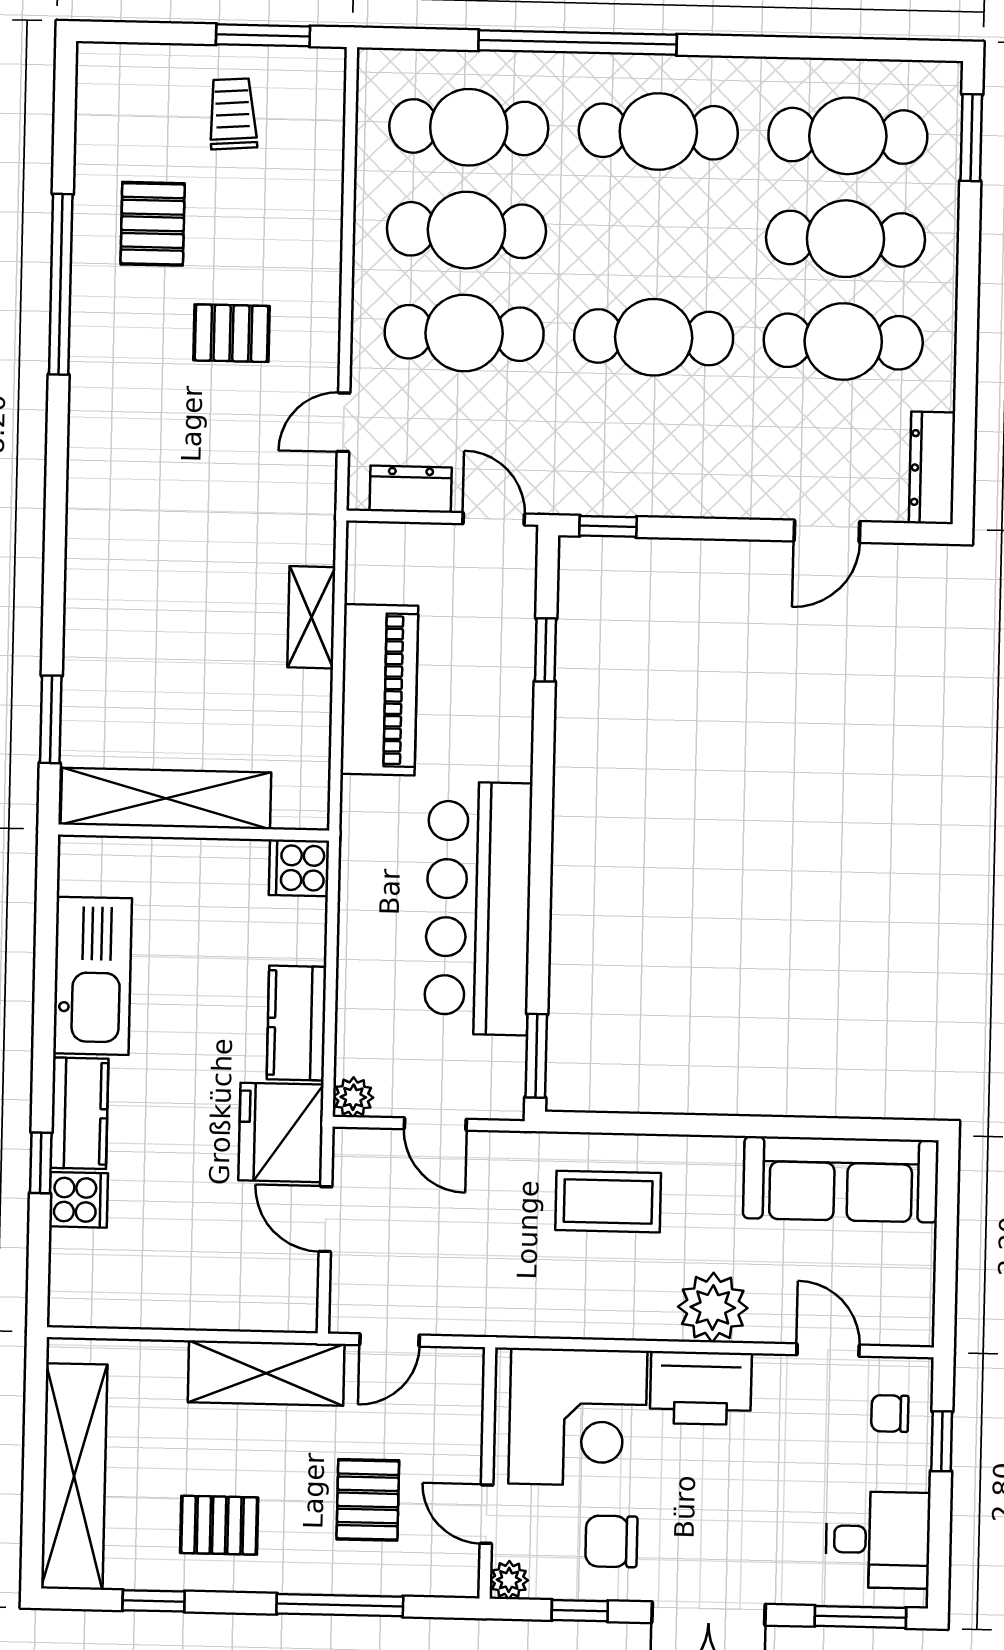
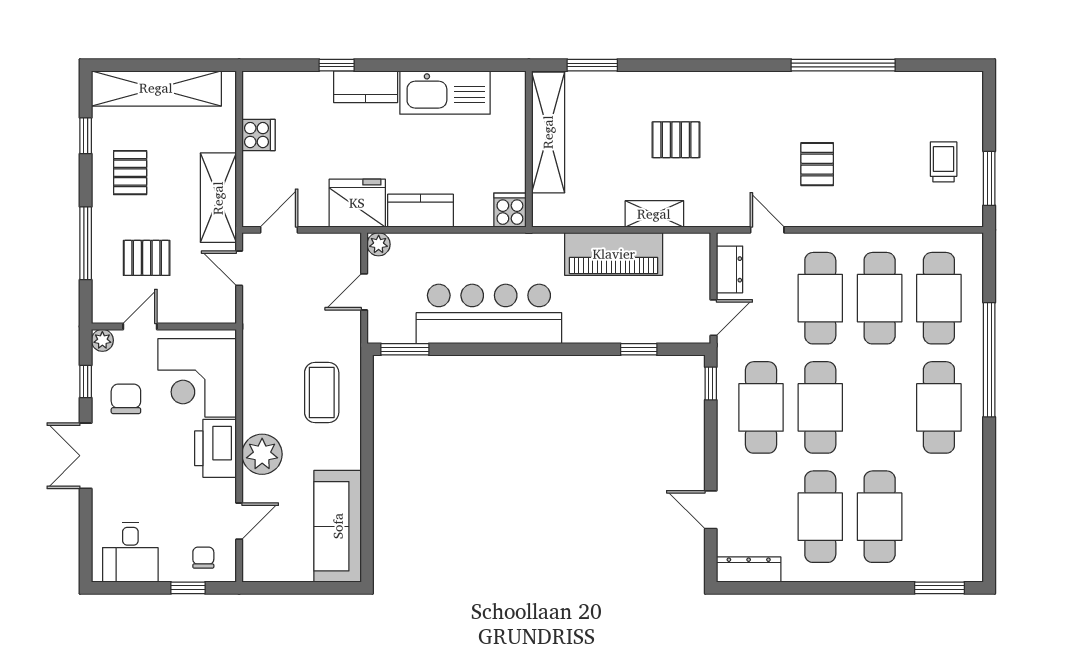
trolley: (233, 114) -> (944, 162), turned -86
cafe table: (848, 136) -> (761, 407), moved
pallet: (153, 224) -> (676, 140), moved
cooker: (79, 1200) -> (259, 135), moved, turned -90
door: (325, 1219) -> (279, 230), moved
window: (860, 1617) -> (86, 543), removed

